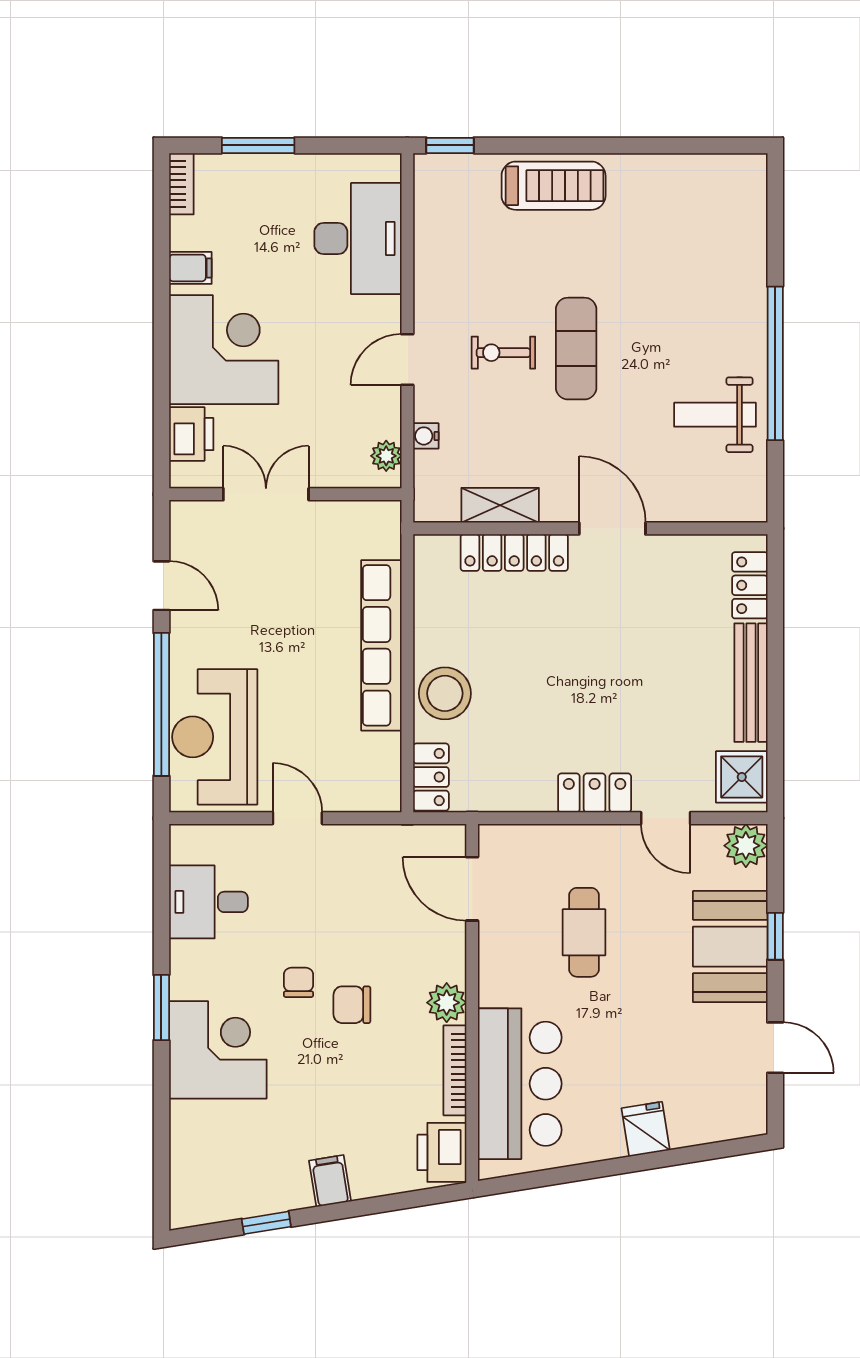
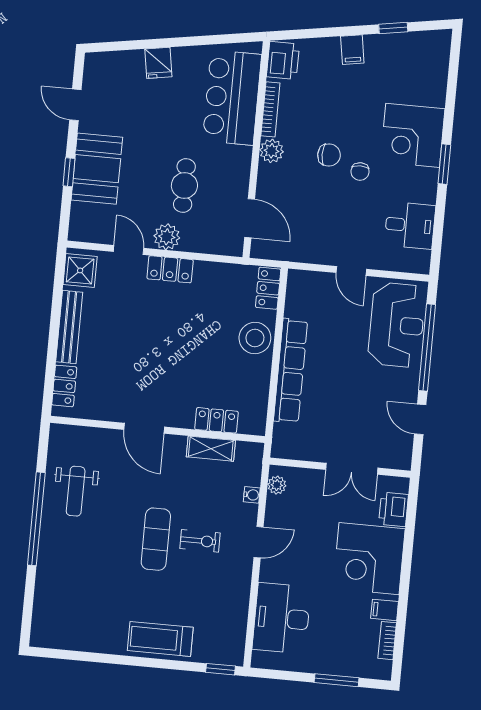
bookcase: (181, 184) -> (387, 641), moved
weight bench: (715, 415) -> (76, 491), turned 90
locker: (514, 553) -> (216, 420), width x0.66
plant: (746, 846) -> (167, 237), moved

